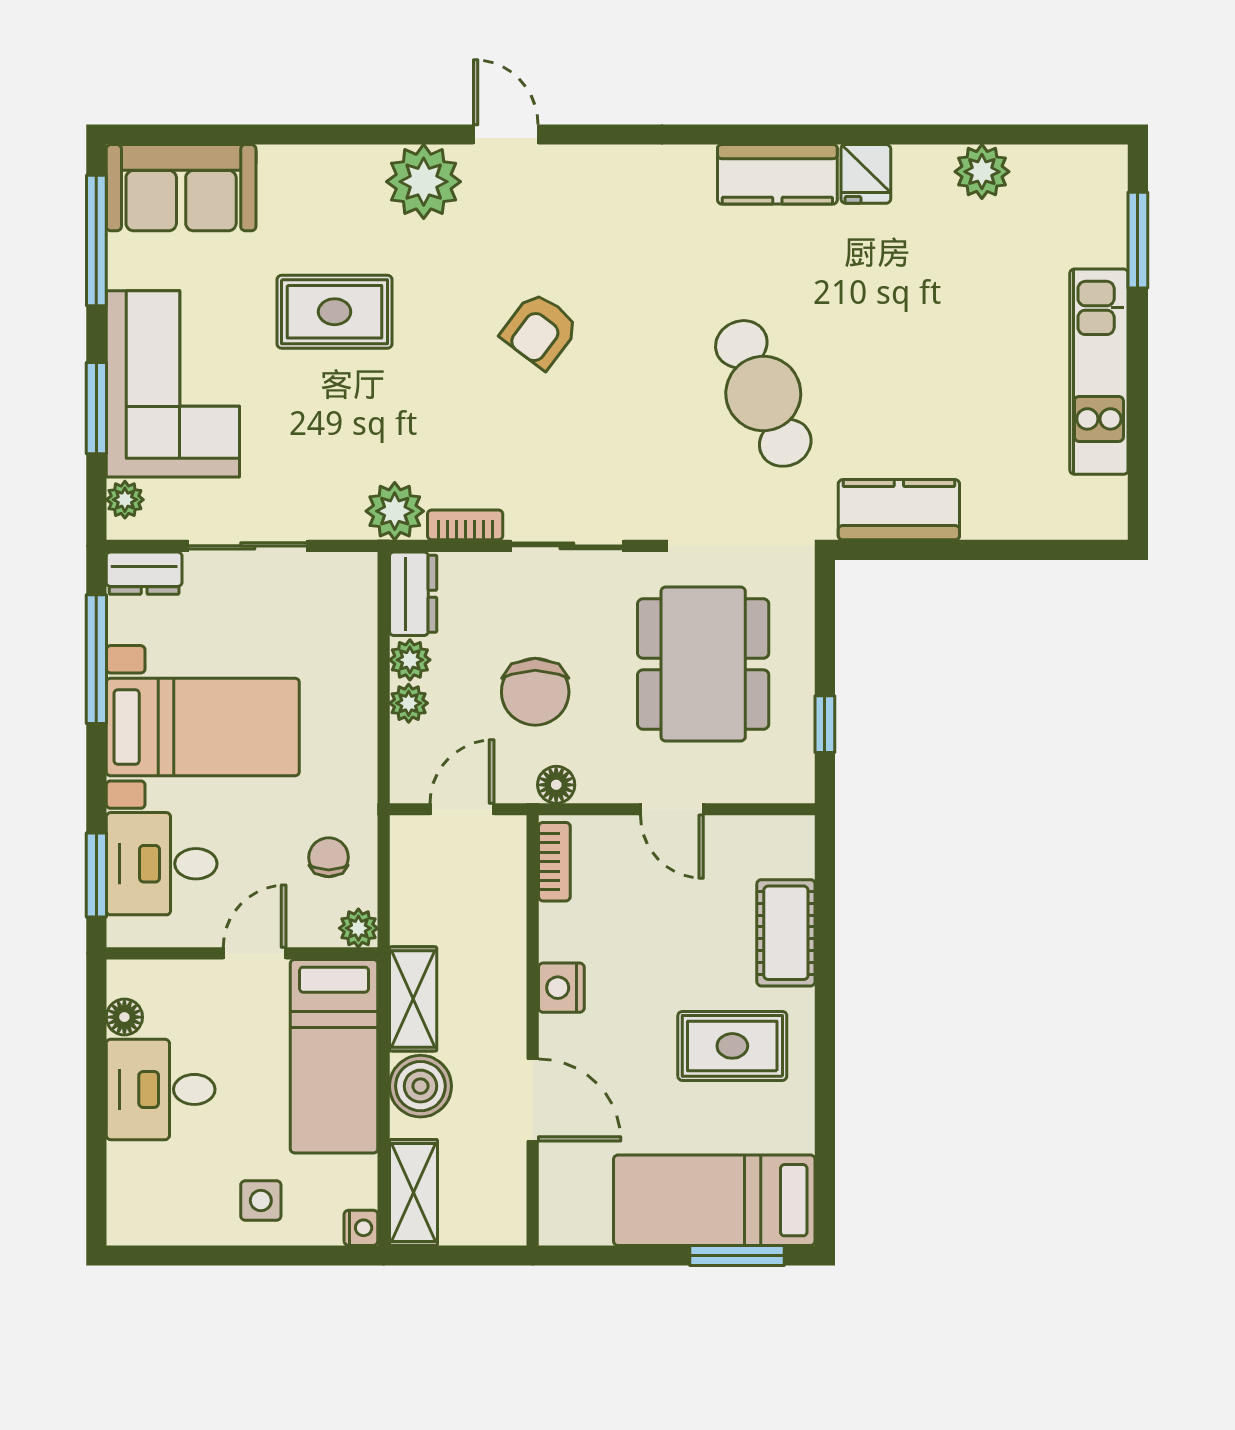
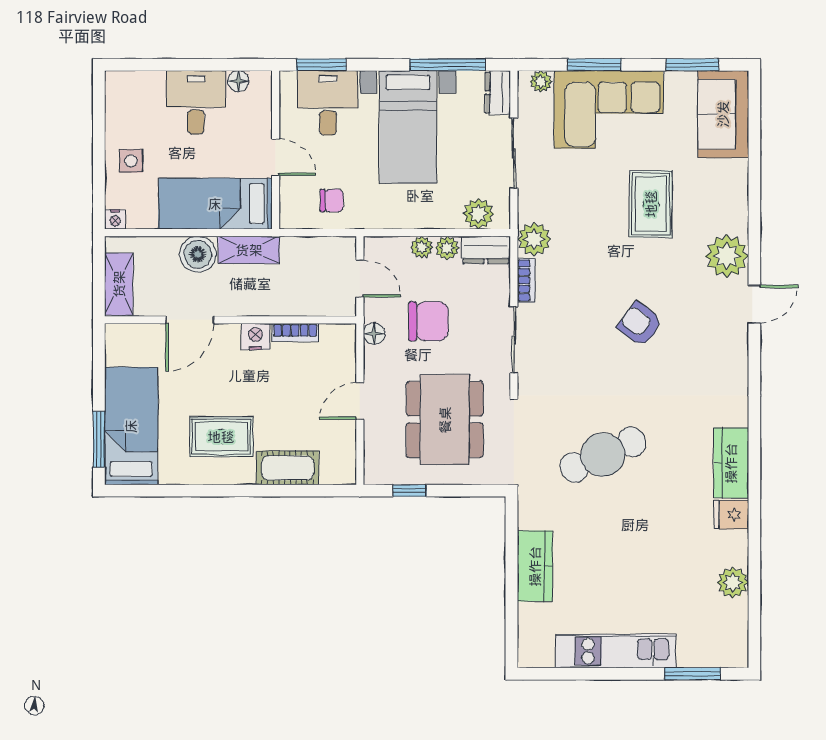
window: (96, 240) -> (692, 65), width x0.69
kitchen counter: (899, 510) -> (535, 566), moved
dining table: (703, 664) -> (445, 420), turned 90
chair: (535, 692) -> (428, 321), turned 180
bookcase: (554, 862) -> (295, 333), moved
plant: (358, 928) -> (478, 214), moved, width x1.38, depth x1.38
rug: (732, 1046) -> (221, 437), turned 90
shelving: (413, 1192) -> (119, 284), moved, turned 90

